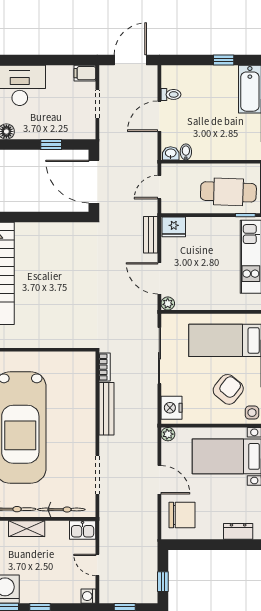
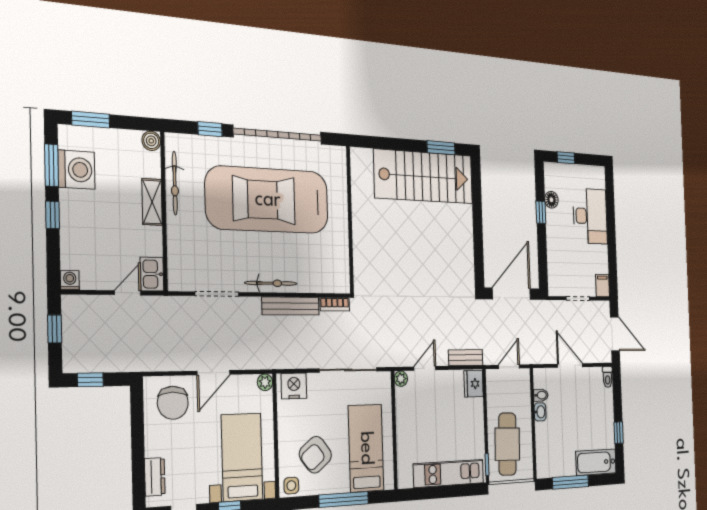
toilet: (171, 94) -> (608, 377), moved
window: (51, 144) -> (541, 212), moved
washbasin: (171, 153) -> (540, 412), moved
door: (159, 187) -> (509, 367), hinge flipped
door: (159, 278) -> (425, 368), width x0.73
armchair: (228, 389) -> (315, 455), turned 103
bicycle: (61, 509) -> (271, 283), moved, turned -90
door: (97, 565) -> (128, 293), moved

